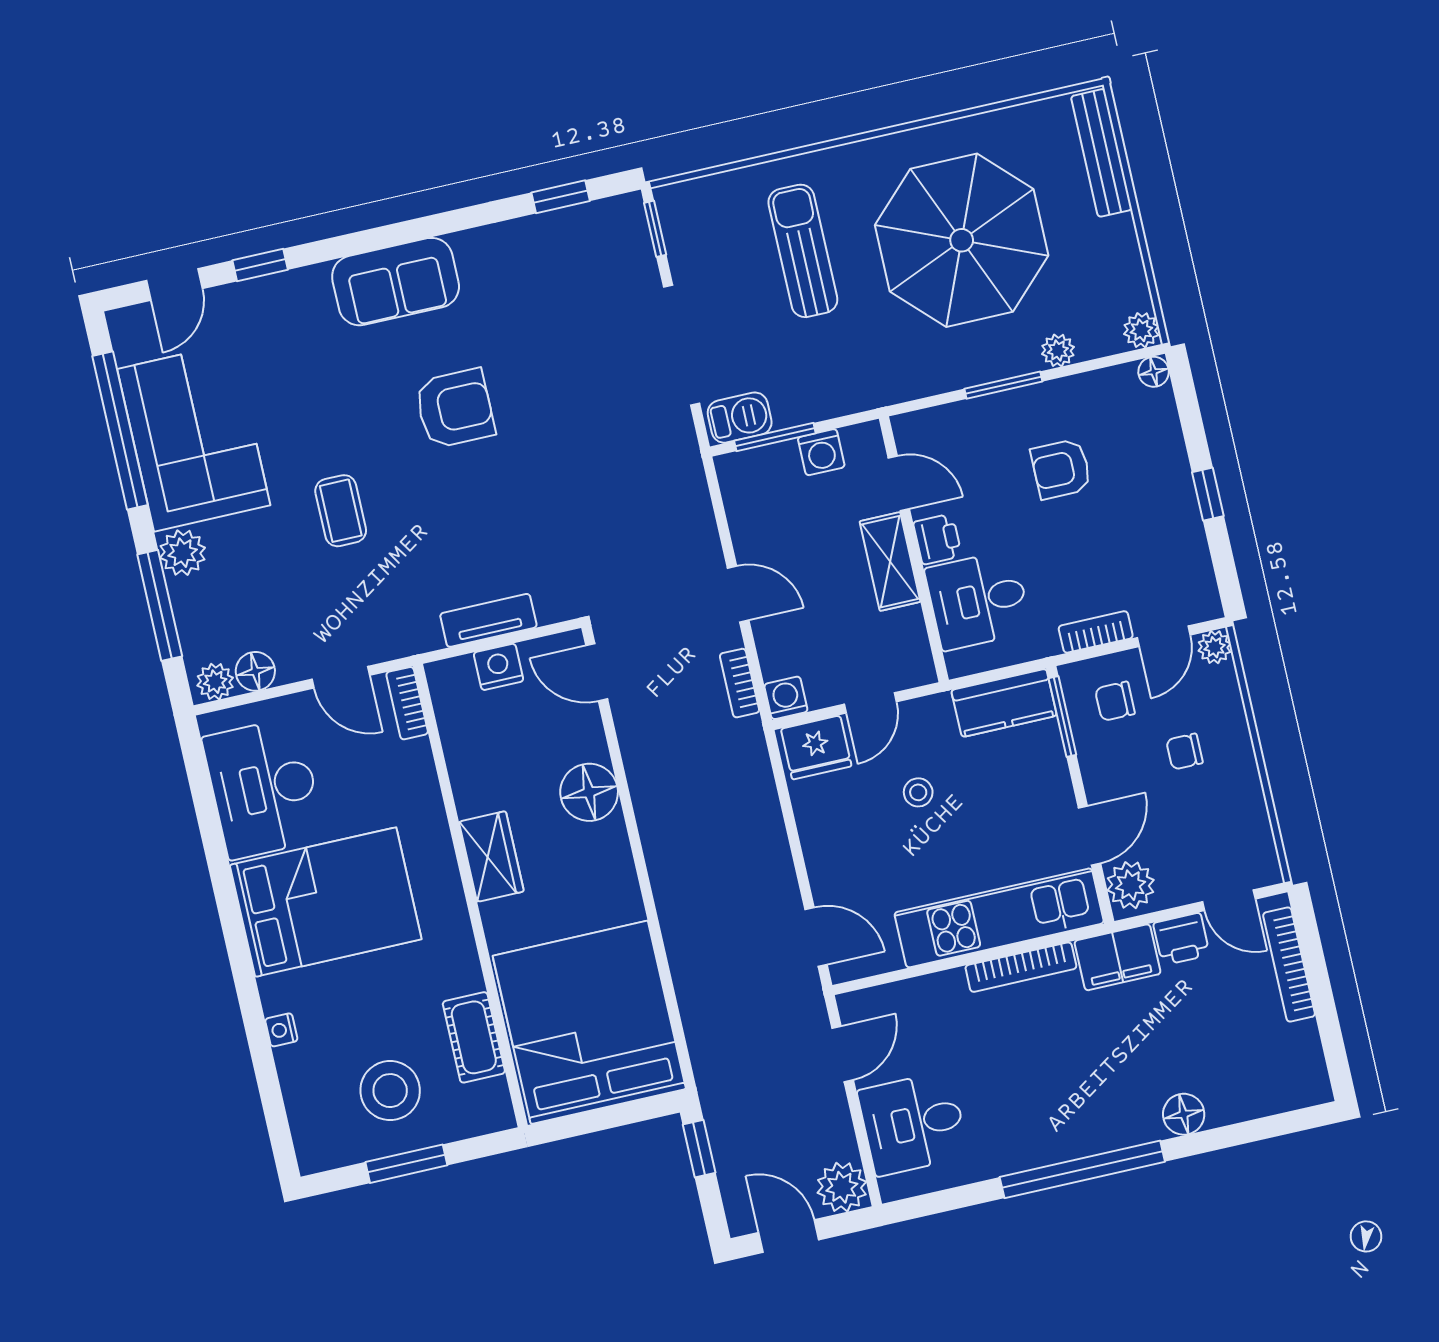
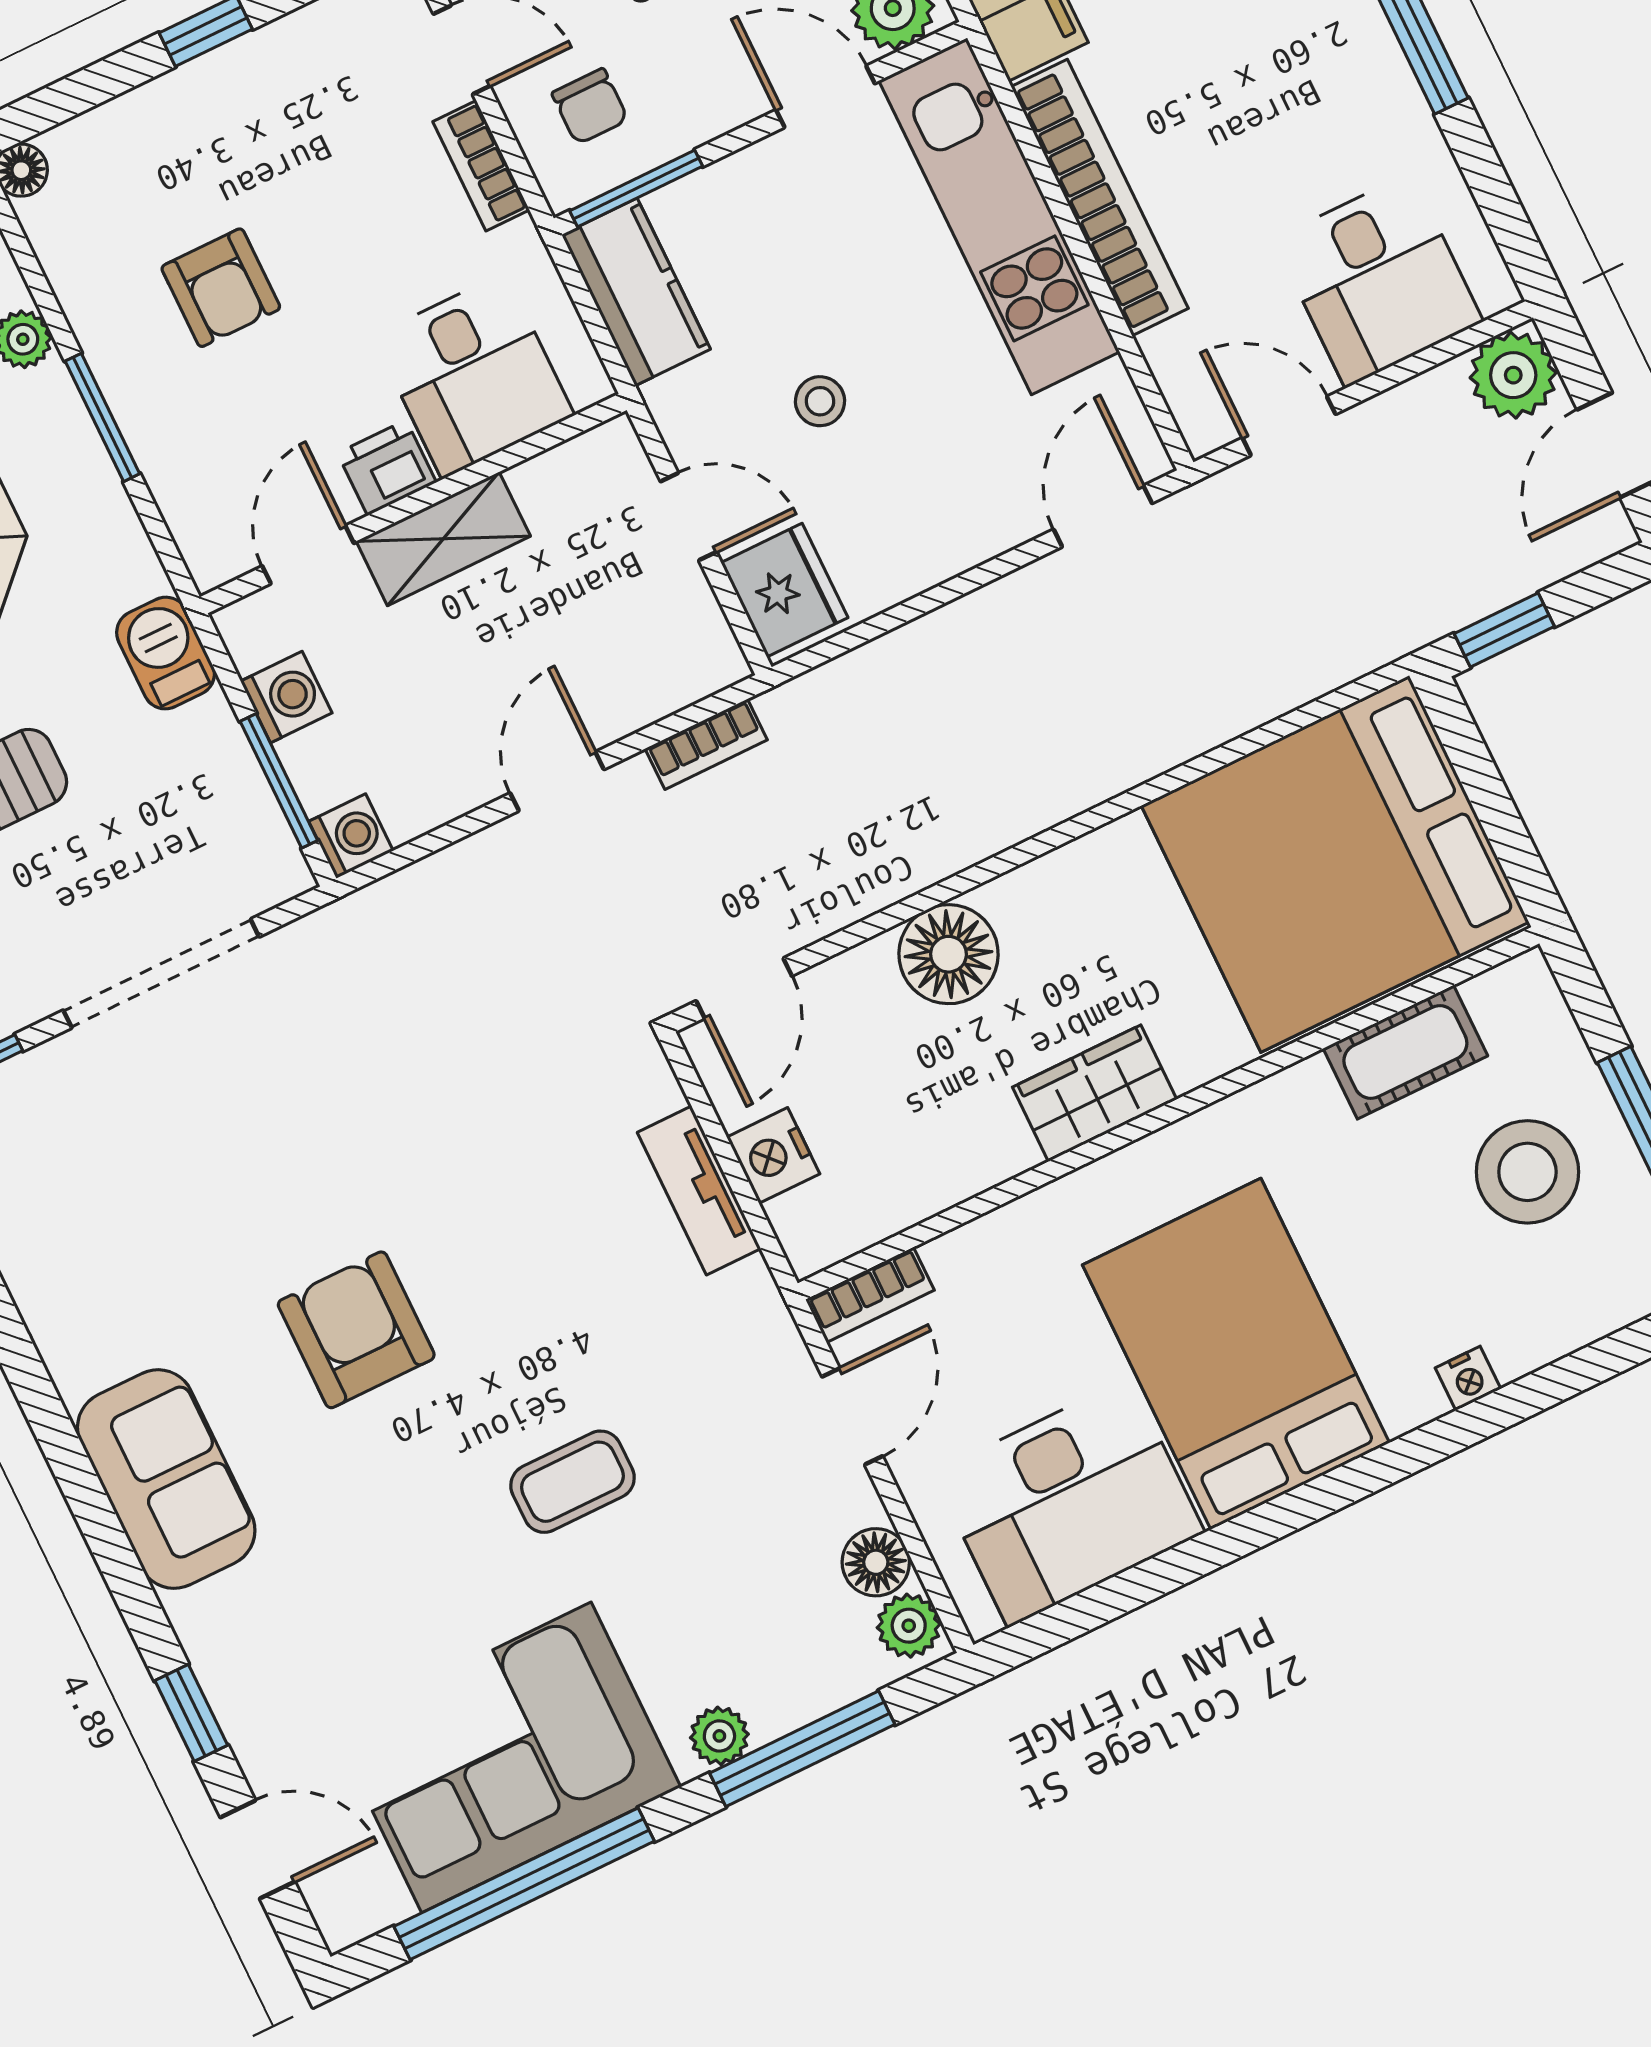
barbecue: (740, 418) -> (166, 653), moved
plant: (183, 553) -> (719, 1736), width x0.73, depth x0.73
washing machine: (786, 698) -> (351, 836), moved, turned 180
bookcase: (1021, 967) -> (1100, 197), width x1.48, depth x1.31

